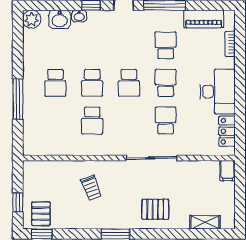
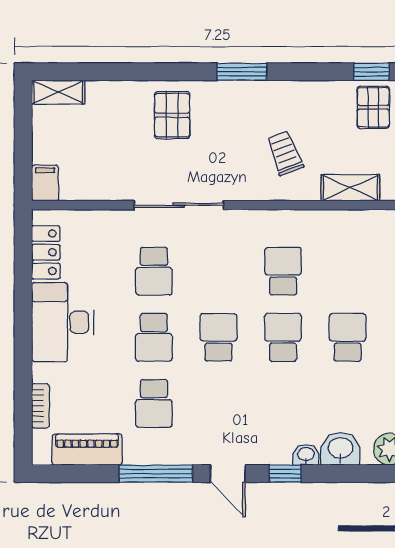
shelving: (54, 168) -> (350, 188), added
pallet: (155, 209) -> (172, 115), turned 90
shelving: (205, 222) -> (58, 92), moved

